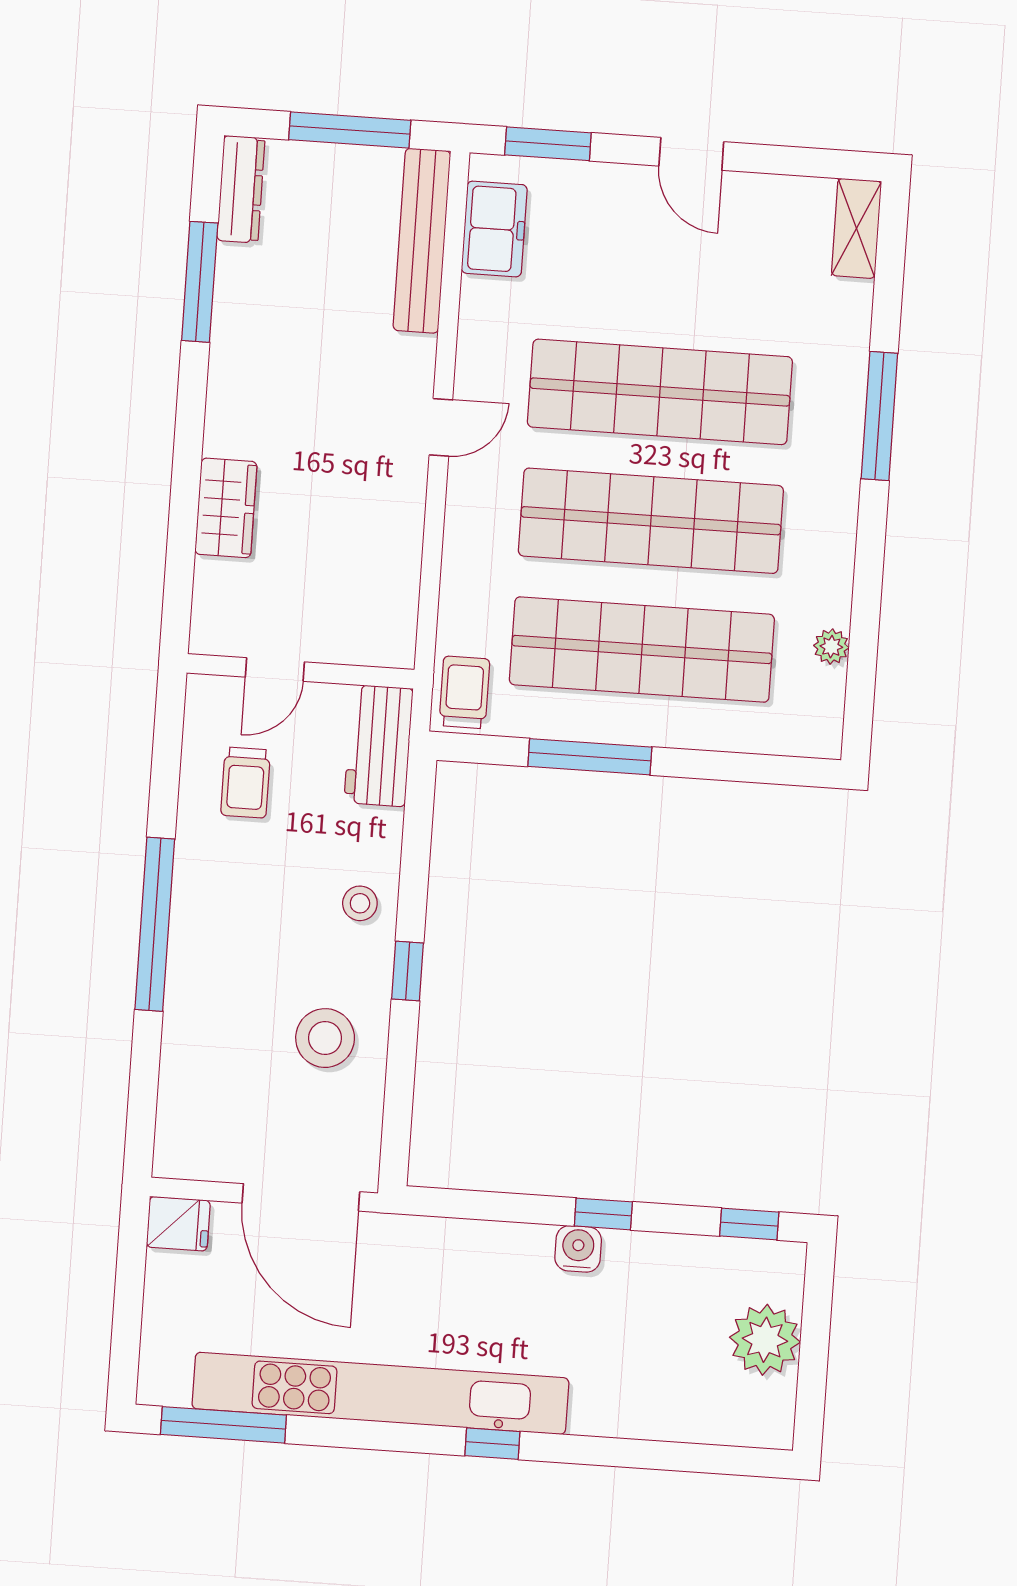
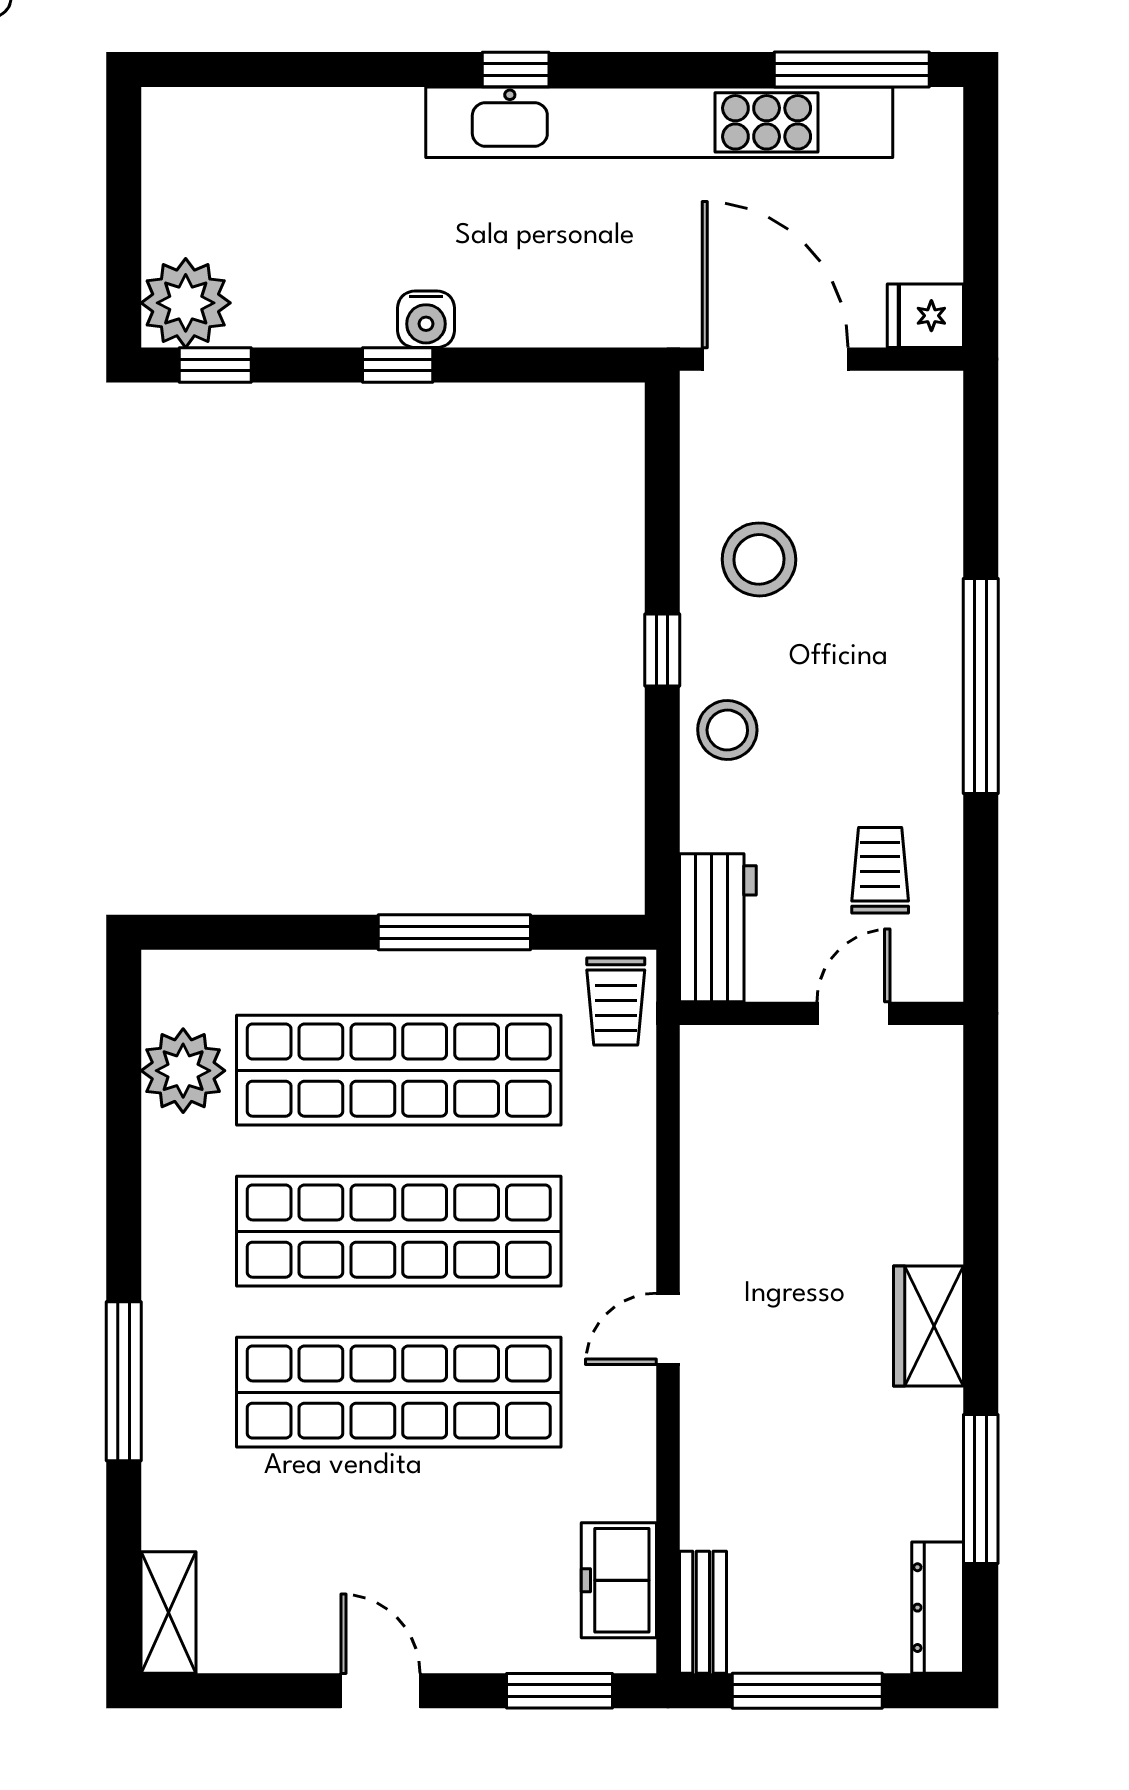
bench: (422, 241) -> (703, 1612), width x0.54, depth x0.82
wardrobe: (226, 508) -> (928, 1326), moved
plant: (831, 647) -> (183, 1071), width x1.88, depth x1.88
stool: (360, 903) -> (727, 730), width x1.37, depth x1.37
plant: (765, 1340) -> (186, 303), moved

